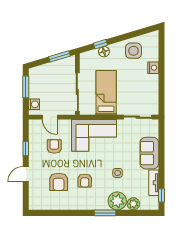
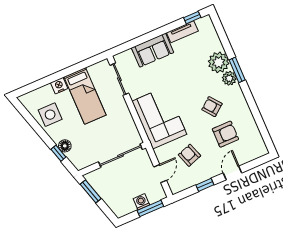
window: (26, 87) -> (150, 208), moved
bed: (106, 93) -> (85, 96), moved, turned -90
washing machine: (34, 104) -> (141, 202), moved
armchair: (54, 146) -> (190, 155), turned 71
side table: (118, 173) -> (188, 75), removed
door: (26, 174) -> (233, 173), swing flipped
armchair: (85, 181) -> (212, 107), turned -129
plant: (133, 204) -> (229, 78), moved

